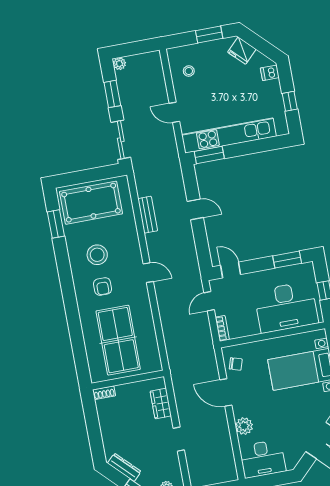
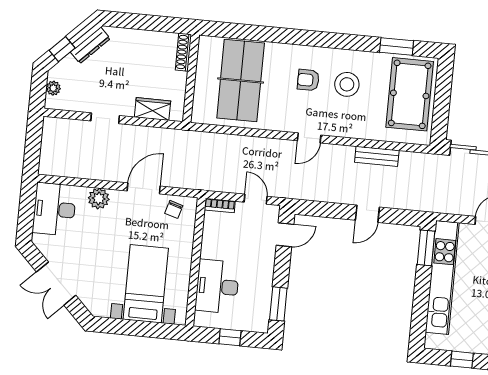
desk: (286, 307) -> (217, 286), width x0.73, depth x0.77
table tennis table: (118, 340) -> (241, 81), turned 90
shoe rack: (104, 393) -> (183, 52), width x1.43

